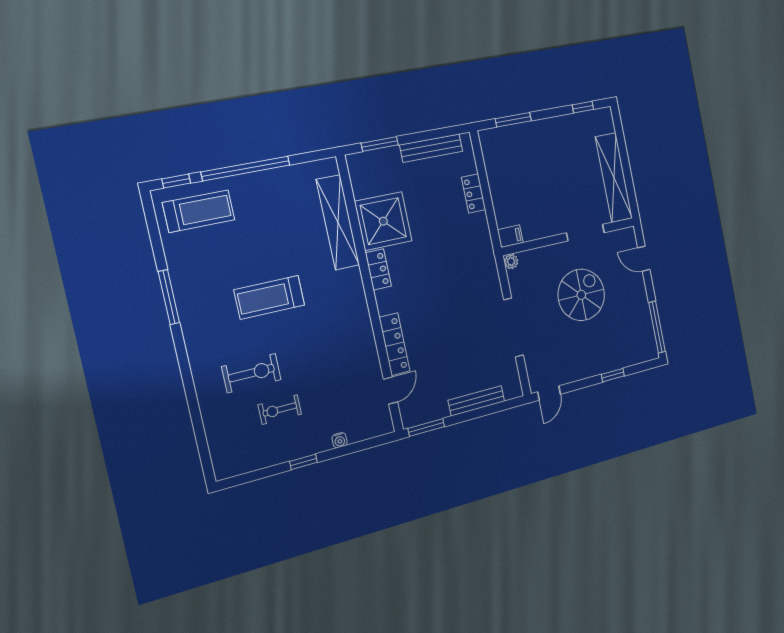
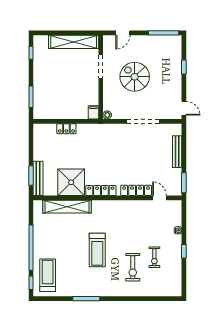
bench: (431, 148) -> (38, 178), moved
locker: (378, 270) -> (101, 191), width x1.53
exercise bike: (251, 373) -> (133, 267), turned 180

